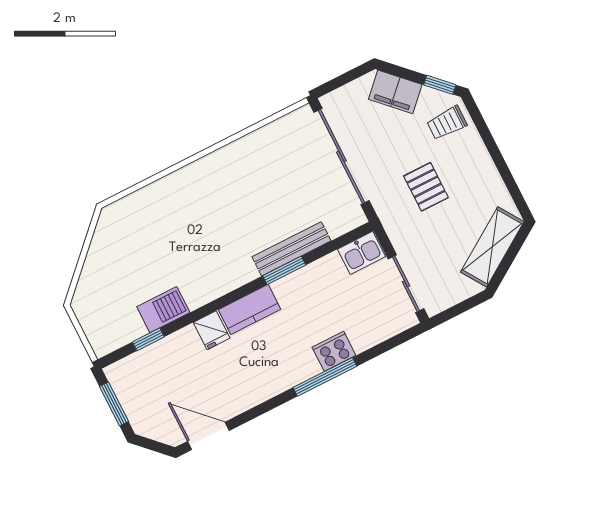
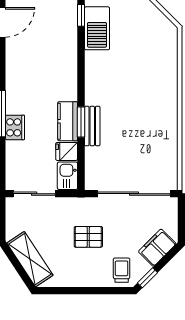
bench: (291, 249) -> (92, 126), width x0.73
kitchen counter: (249, 309) -> (68, 121), moved
barbecue: (163, 310) -> (97, 28), width x1.37, depth x1.21
fridge: (212, 330) -> (67, 151), moved

